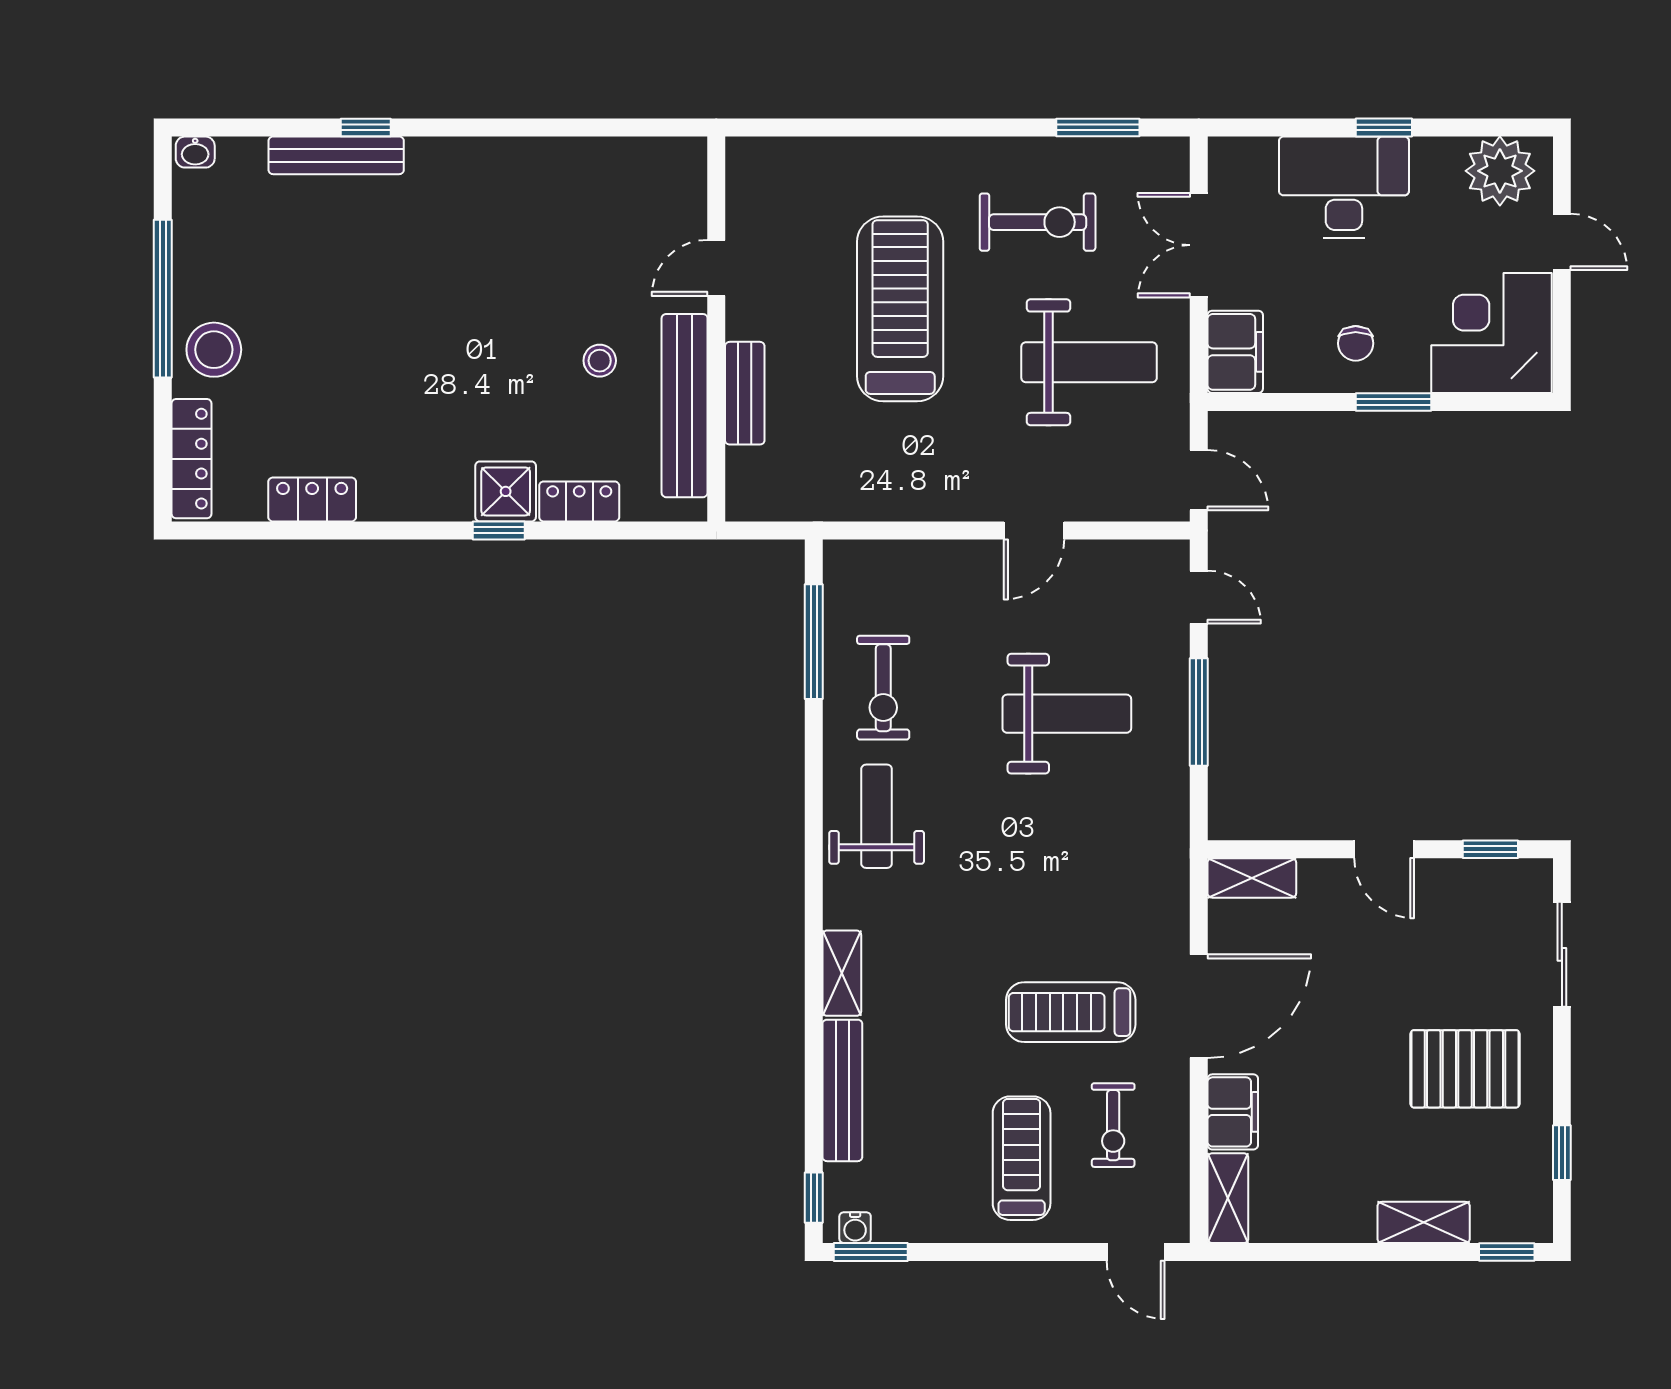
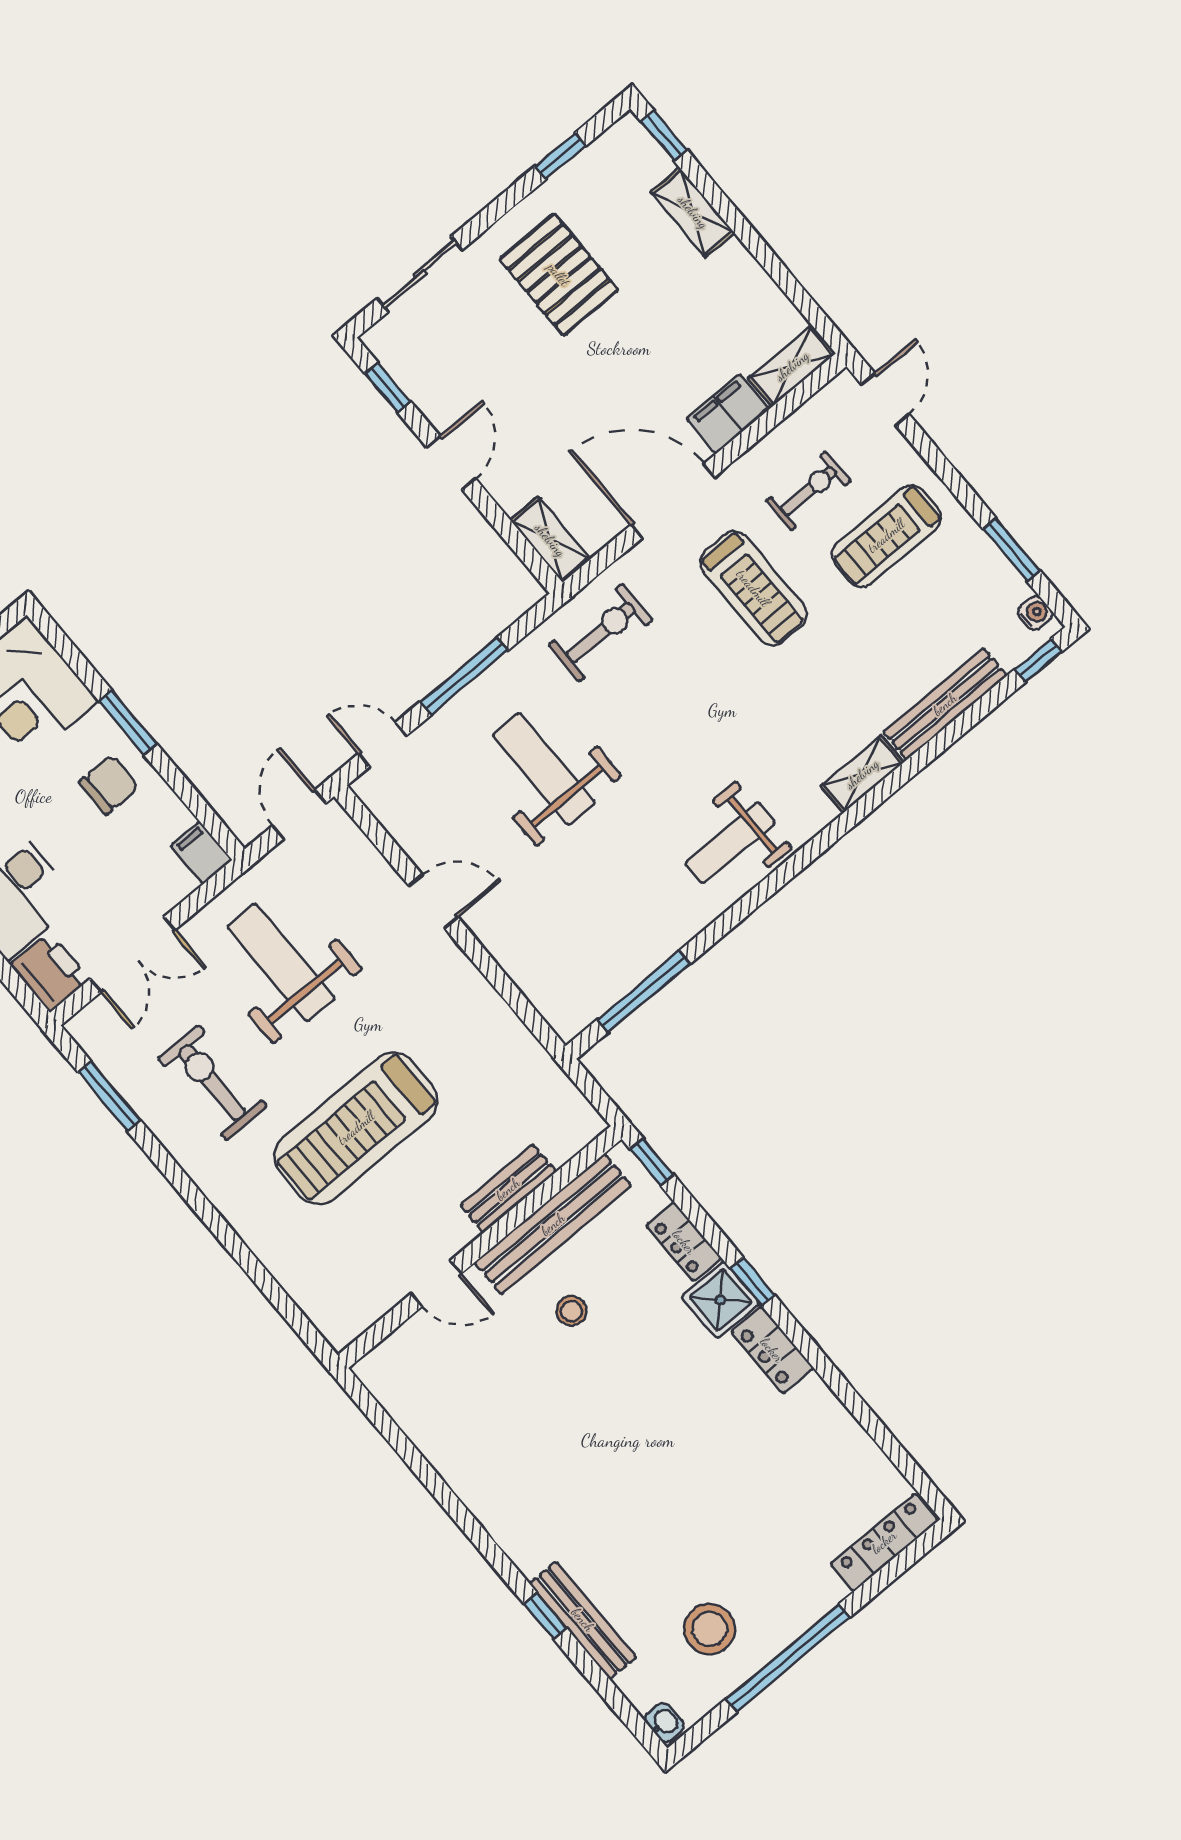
printer: (1242, 164) -> (50, 972), added
chair: (1356, 343) -> (109, 784), width x1.37, depth x1.37
stool: (214, 350) -> (710, 1629), moved
filing cabinet: (1235, 352) -> (201, 853), width x0.50
locker: (312, 499) -> (772, 1350), moved
window: (667, 530) -> (652, 1162), added
door: (1199, 597) -> (382, 745), hinge flipped
exercise bike: (883, 688) -> (601, 633), moved
window: (871, 1252) -> (1011, 550), moved

